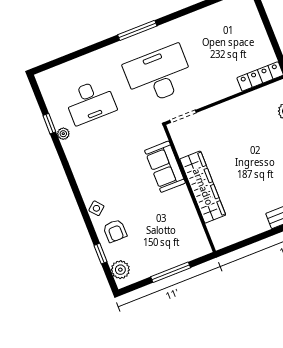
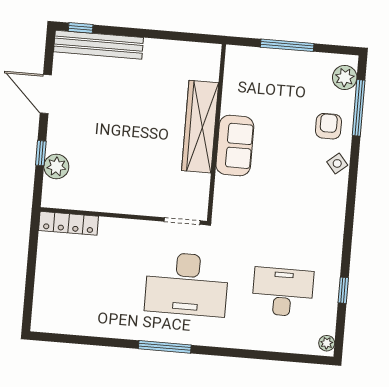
window: (137, 30) -> (165, 347), moved
plant: (63, 134) -> (327, 343), moved
sofa: (165, 167) -> (235, 145), moved
window: (101, 254) -> (359, 108), width x2.17

